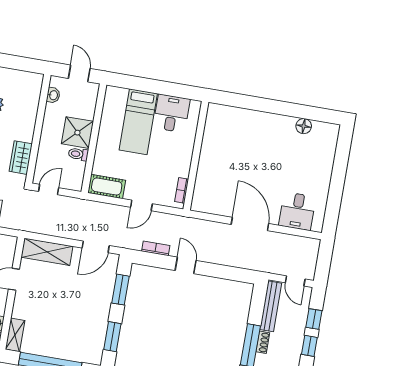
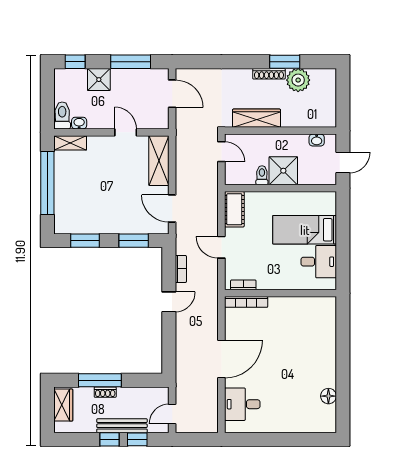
wardrobe: (21, 158) -> (257, 118), width x1.50
bookcase: (199, 190) -> (246, 302), added
bench: (271, 306) -> (122, 426), moved

